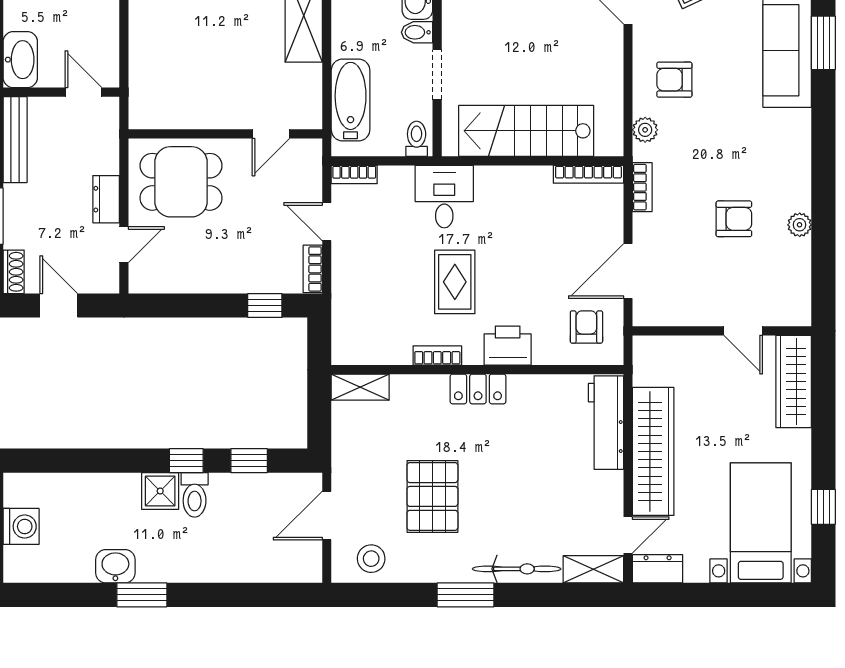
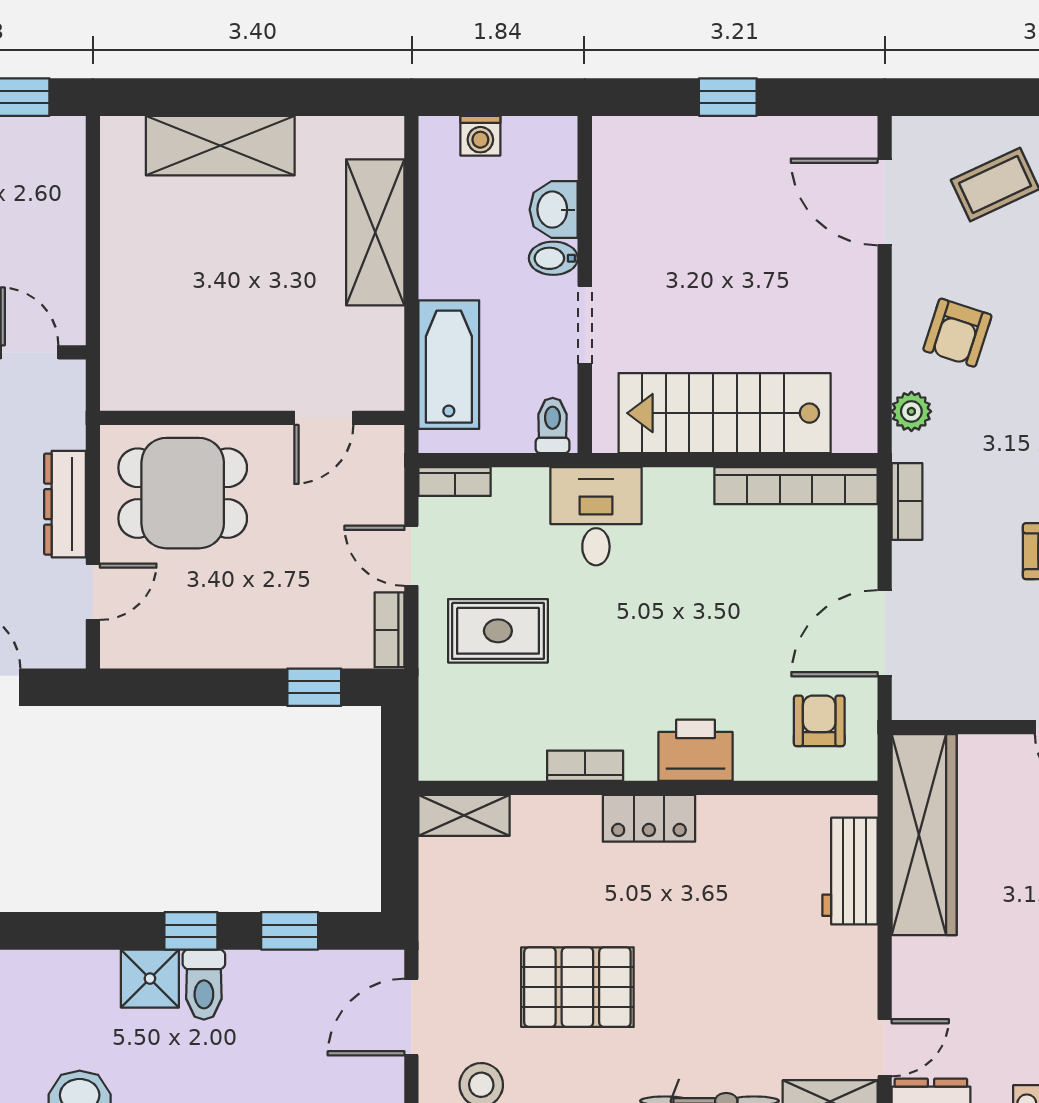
armchair: (674, 80) -> (957, 333), turned -72
bookcase: (588, 174) -> (796, 486), width x1.48, depth x1.31
dresser: (106, 199) -> (65, 504), width x1.44
rug: (455, 282) -> (498, 631), moved, turned 90
workbench: (606, 423) -> (850, 871), width x0.73
wardrobe: (653, 451) -> (924, 835), moved
pallet: (432, 496) -> (577, 987), turned 90

